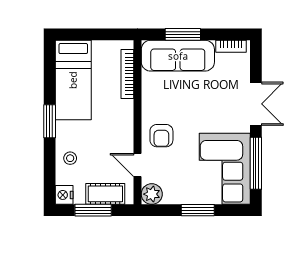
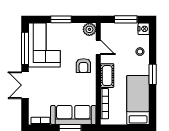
armchair: (161, 136) -> (83, 66), turned 180
cot: (105, 194) -> (107, 76), moved, turned 90

